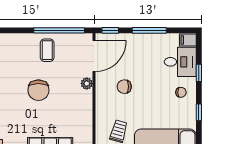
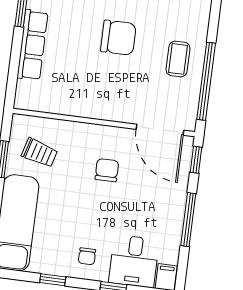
coffee table: (47, 50) -> (178, 59), turned 90
plant: (87, 84) -> (119, 113), removed
chair: (38, 90) -> (118, 38), turned 180

